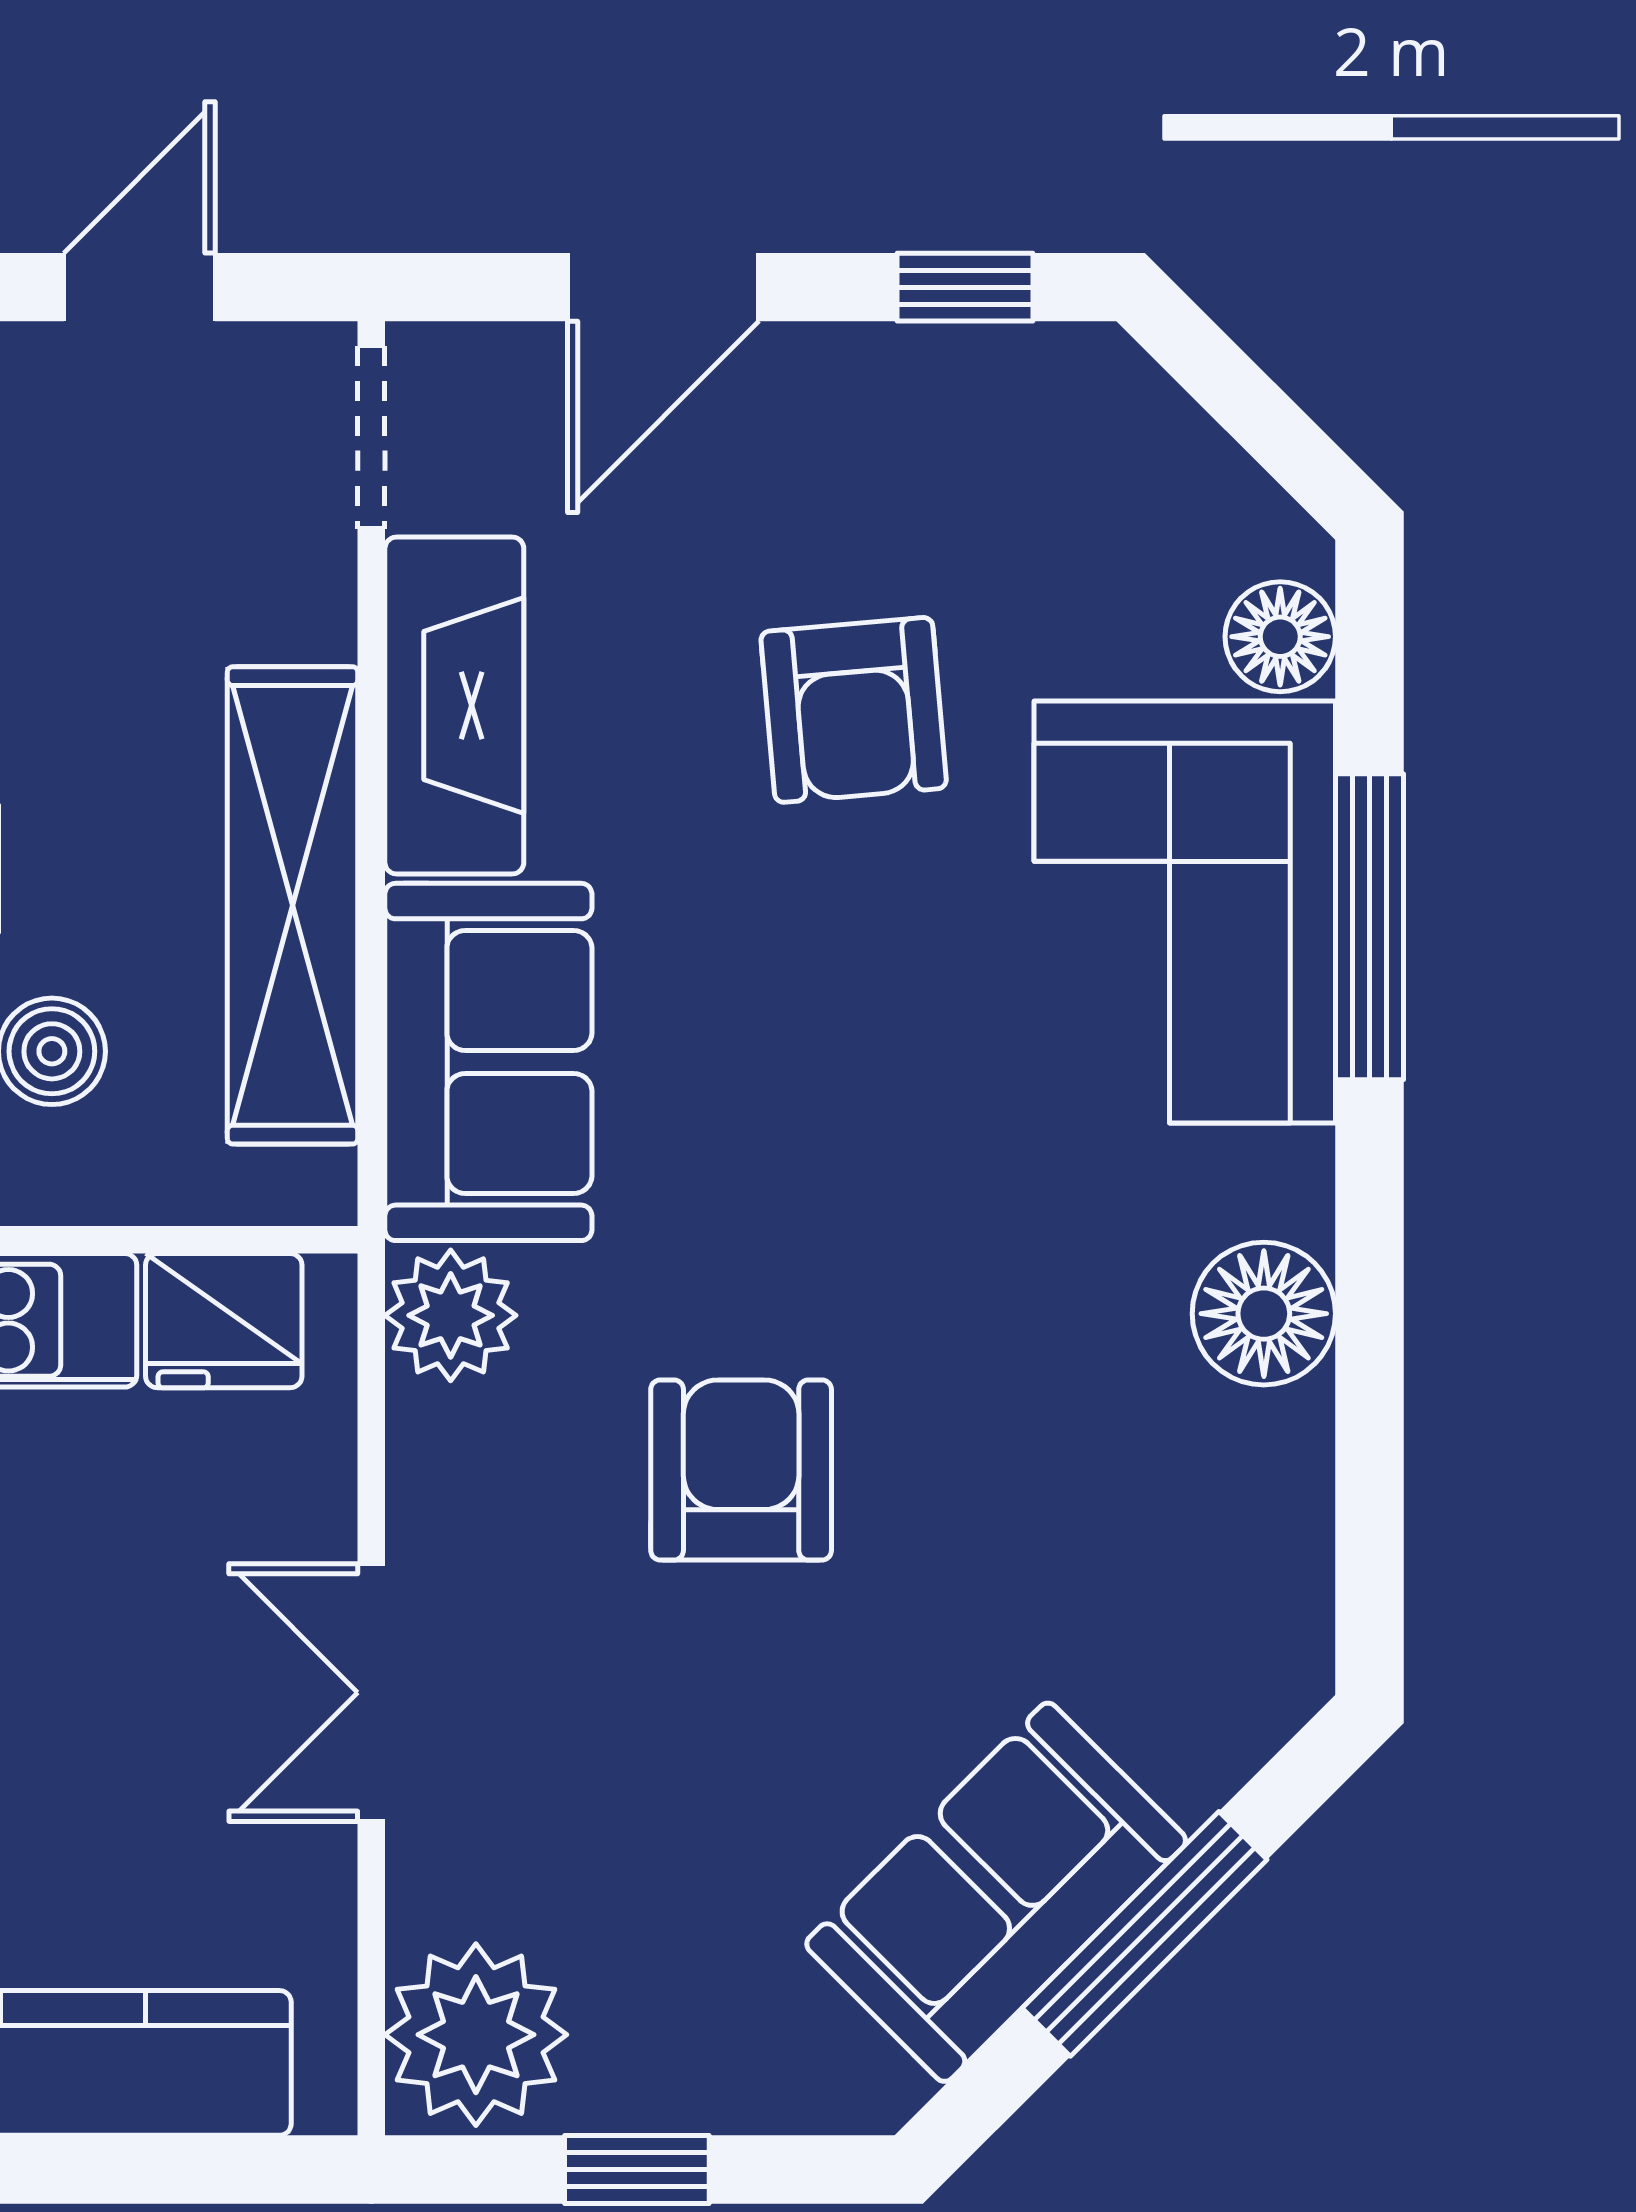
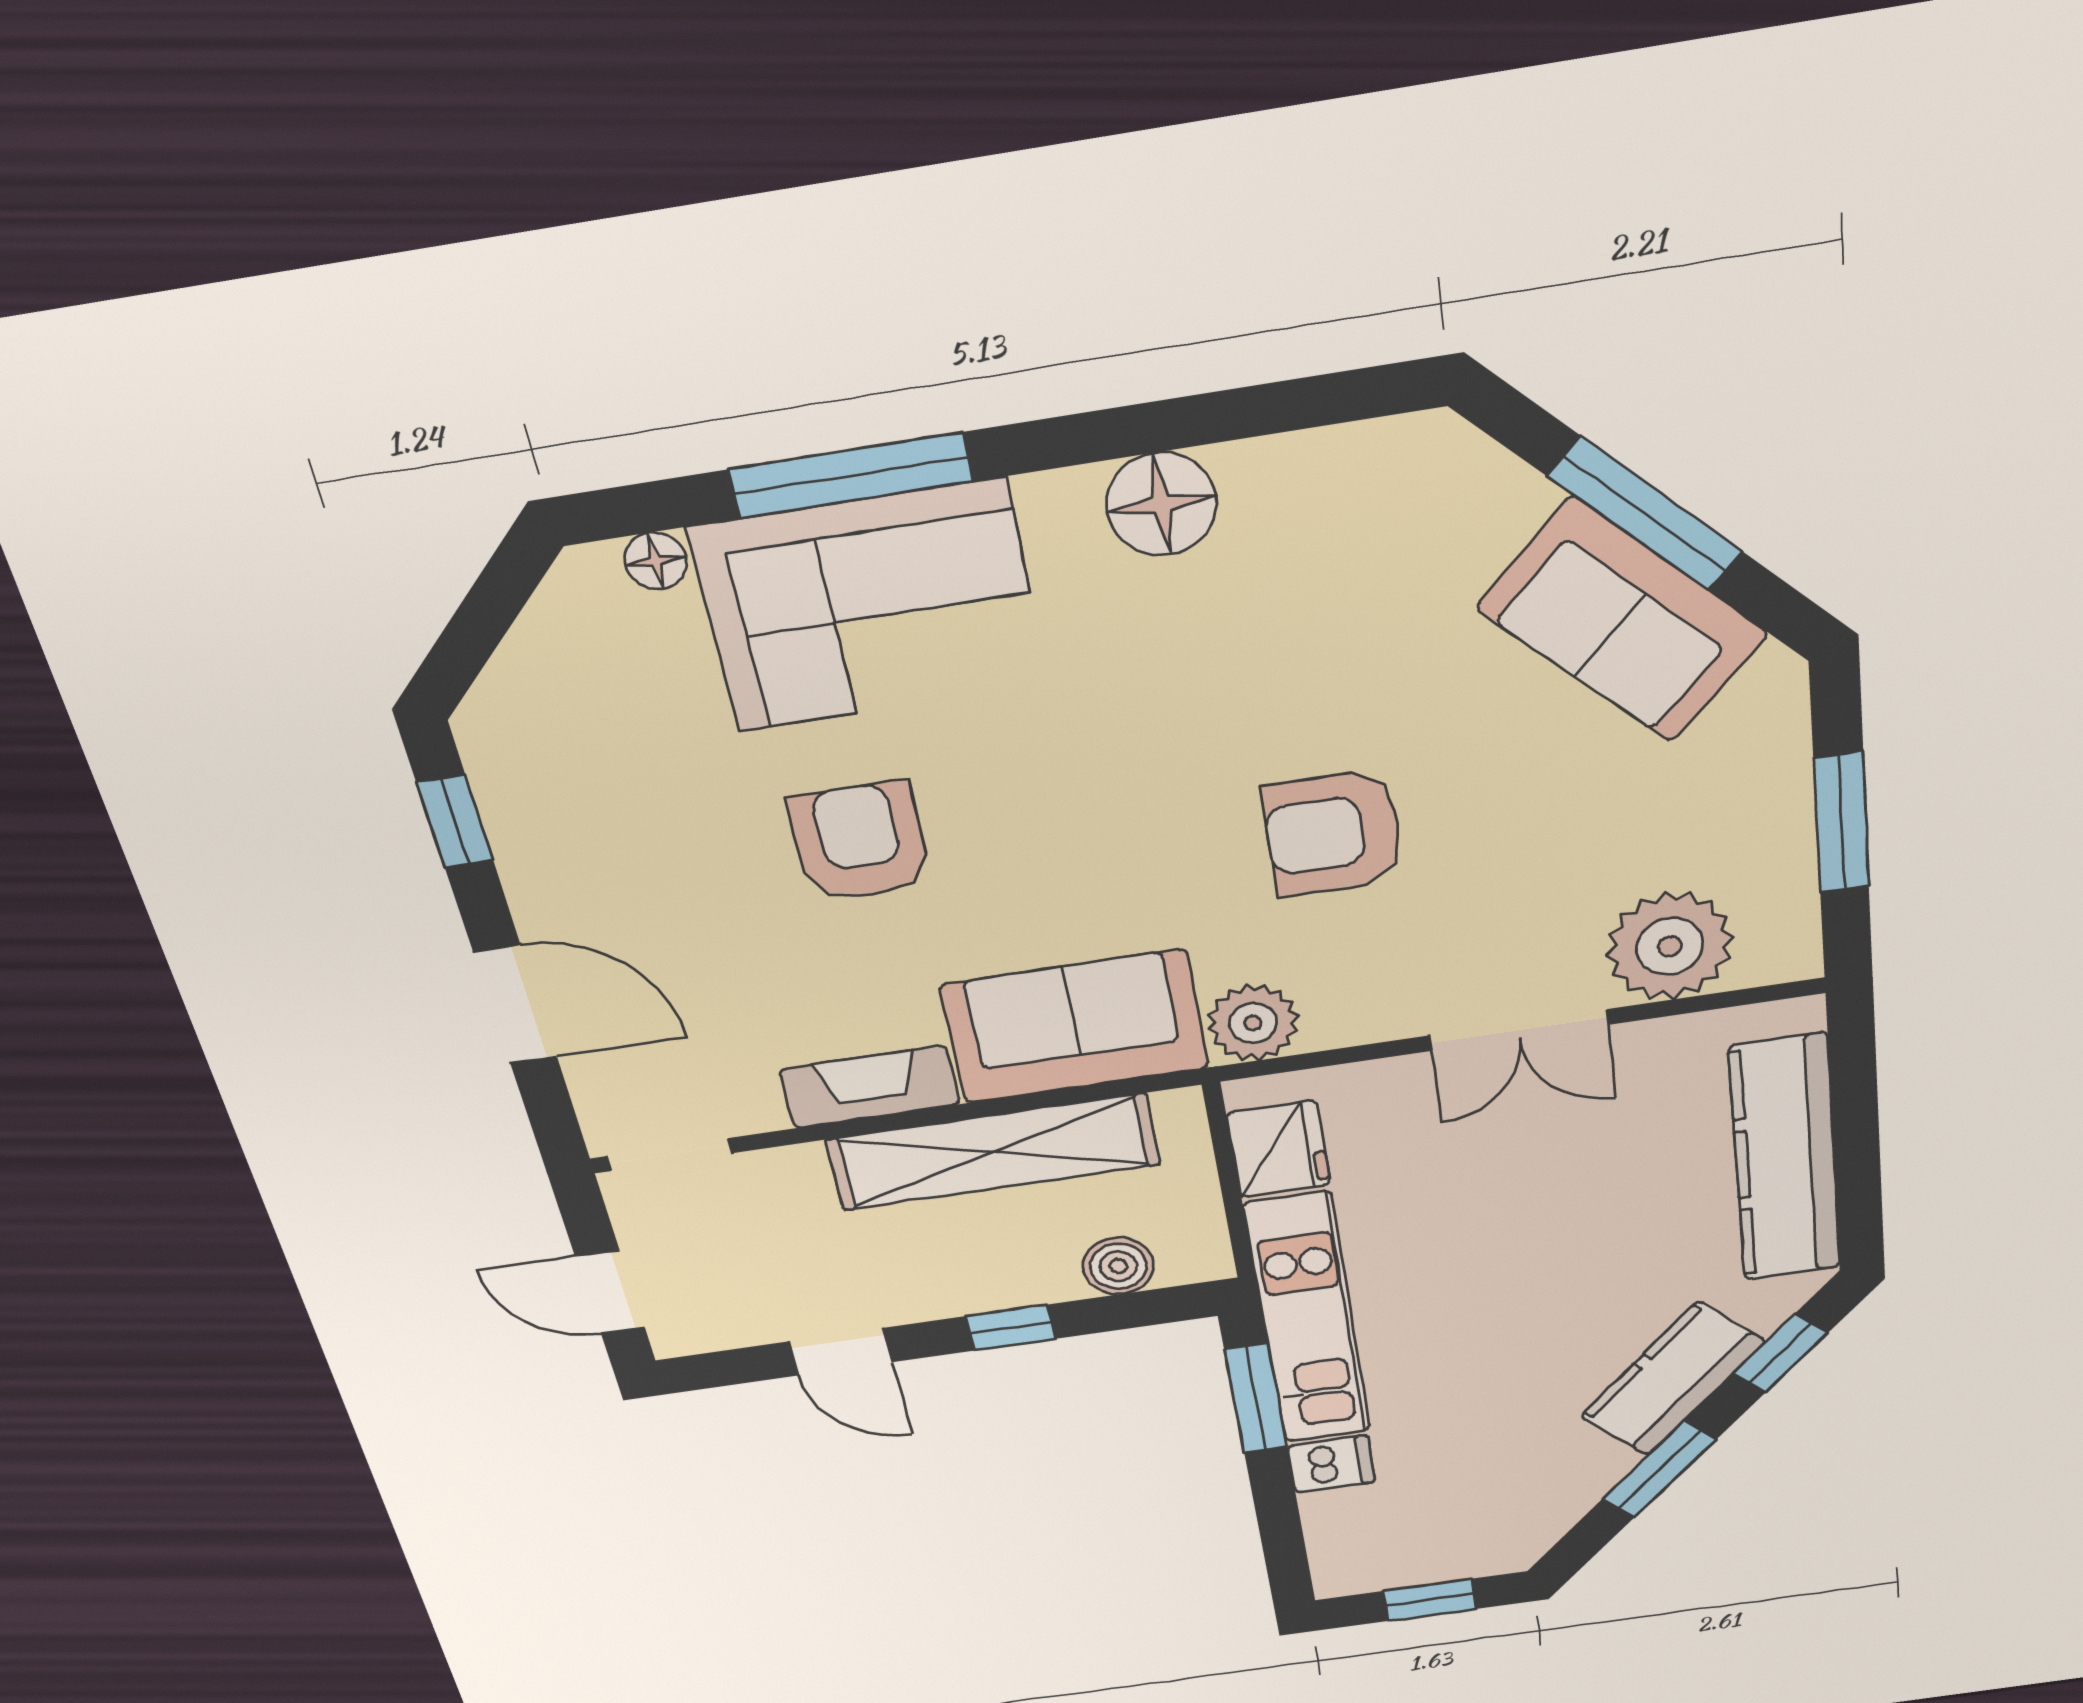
floor lamp: (1280, 637) -> (656, 561), width x0.73, depth x0.73
fireplace: (454, 705) -> (870, 1087), width x0.73, depth x0.76
armchair: (854, 710) -> (860, 842), moved, turned -85
plant: (476, 2035) -> (1670, 946), moved
window: (637, 2170) -> (1841, 822), width x1.50

